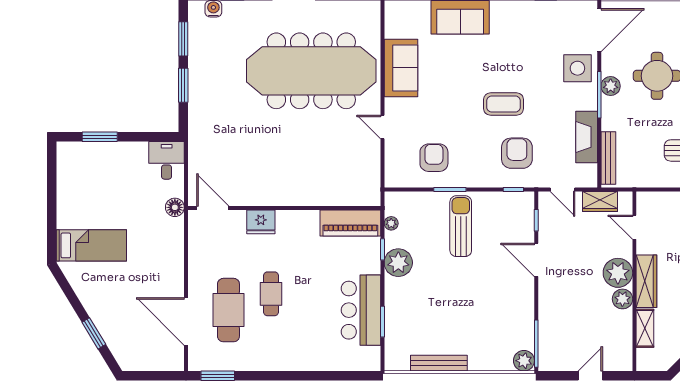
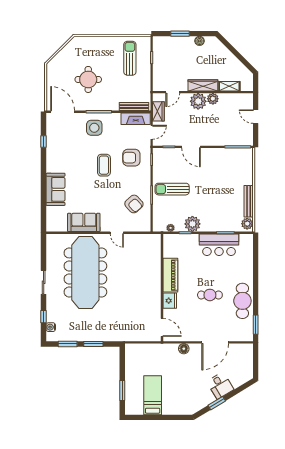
side table: (577, 68) -> (94, 128), moved
plant: (611, 86) -> (94, 105), removed
door: (382, 127) -> (117, 233), hinge flipped
fireplace: (587, 137) -> (136, 119), moved
armchair: (434, 158) -> (134, 204), turned -132
desk: (167, 160) -> (220, 386), moved, turned -121
floor lamp: (175, 207) -> (184, 349), moved
door: (213, 208) -> (162, 327), swing flipped
piano: (350, 223) -> (170, 275), moved
bed: (91, 245) -> (153, 395), moved
door: (536, 260) -> (191, 147), hinge flipped
cafe table: (228, 310) -> (242, 301), moved, turned 90
door: (186, 322) -> (215, 342), moved
window: (94, 333) -> (217, 403), moved
plant: (524, 361) -> (247, 224), moved

